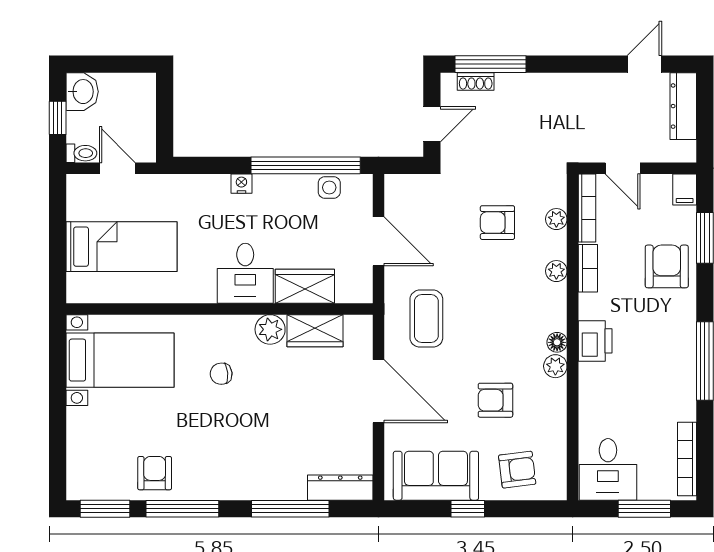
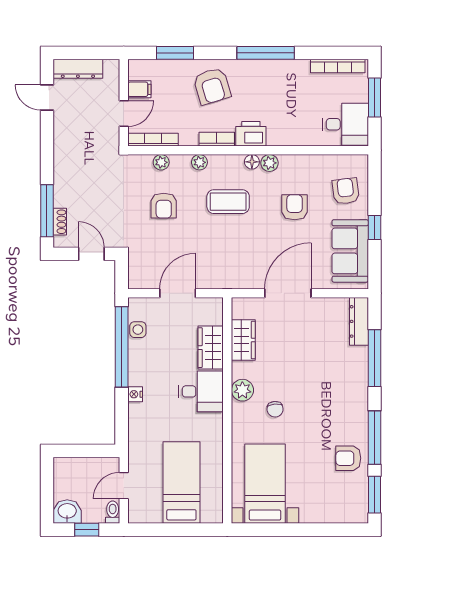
filing cabinet: (685, 190) -> (139, 89), moved
armchair: (667, 266) -> (212, 86), moved, turned -107
bookcase: (588, 268) -> (217, 139), moved
coffee table: (426, 319) -> (228, 202), moved
plant: (270, 329) -> (242, 390), moved
armchair: (495, 400) -> (295, 207), turned 180

